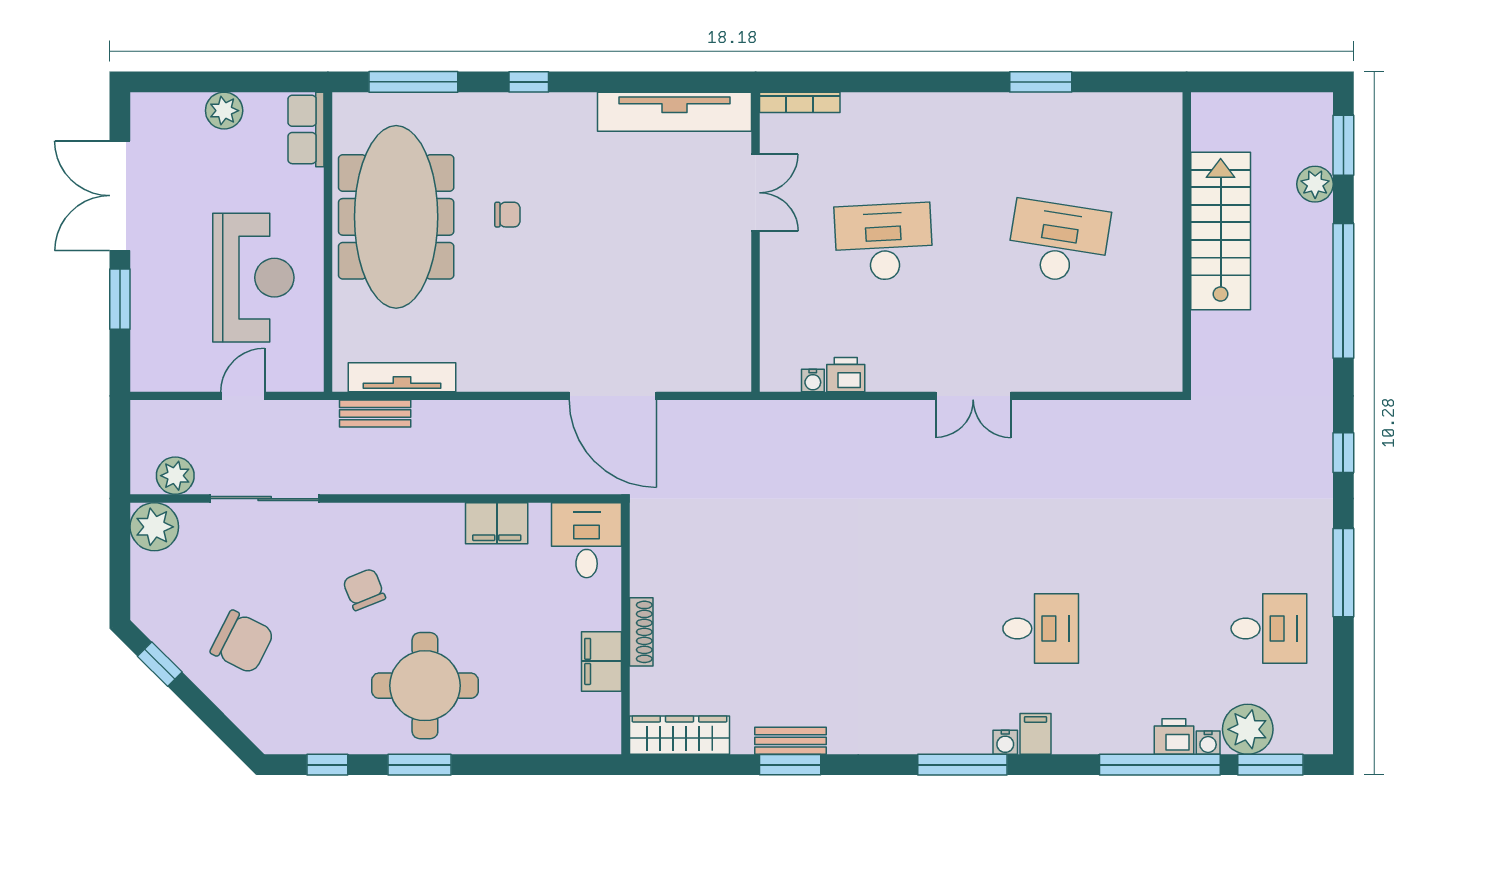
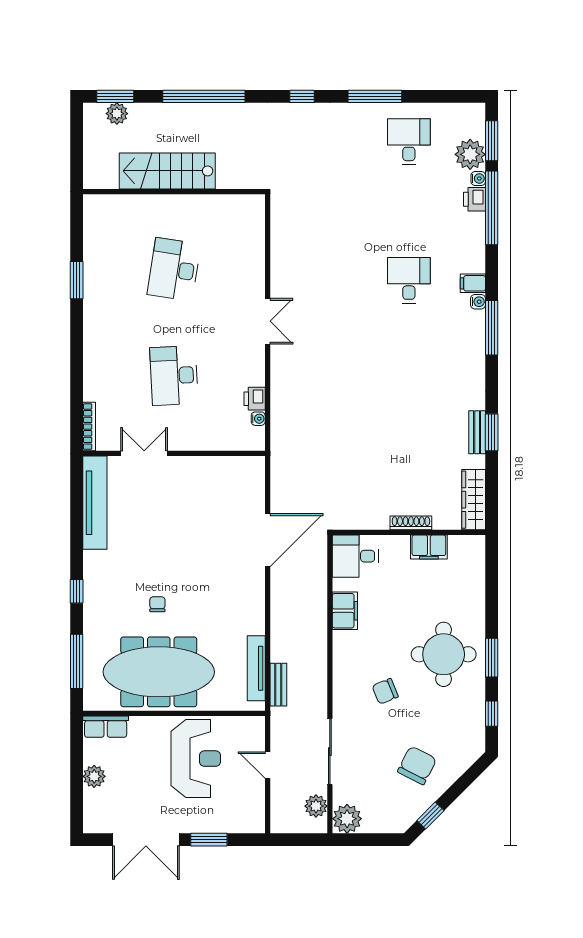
plant: (1315, 184) -> (117, 114), moved
reception desk: (253, 278) -> (196, 759), turned 90

